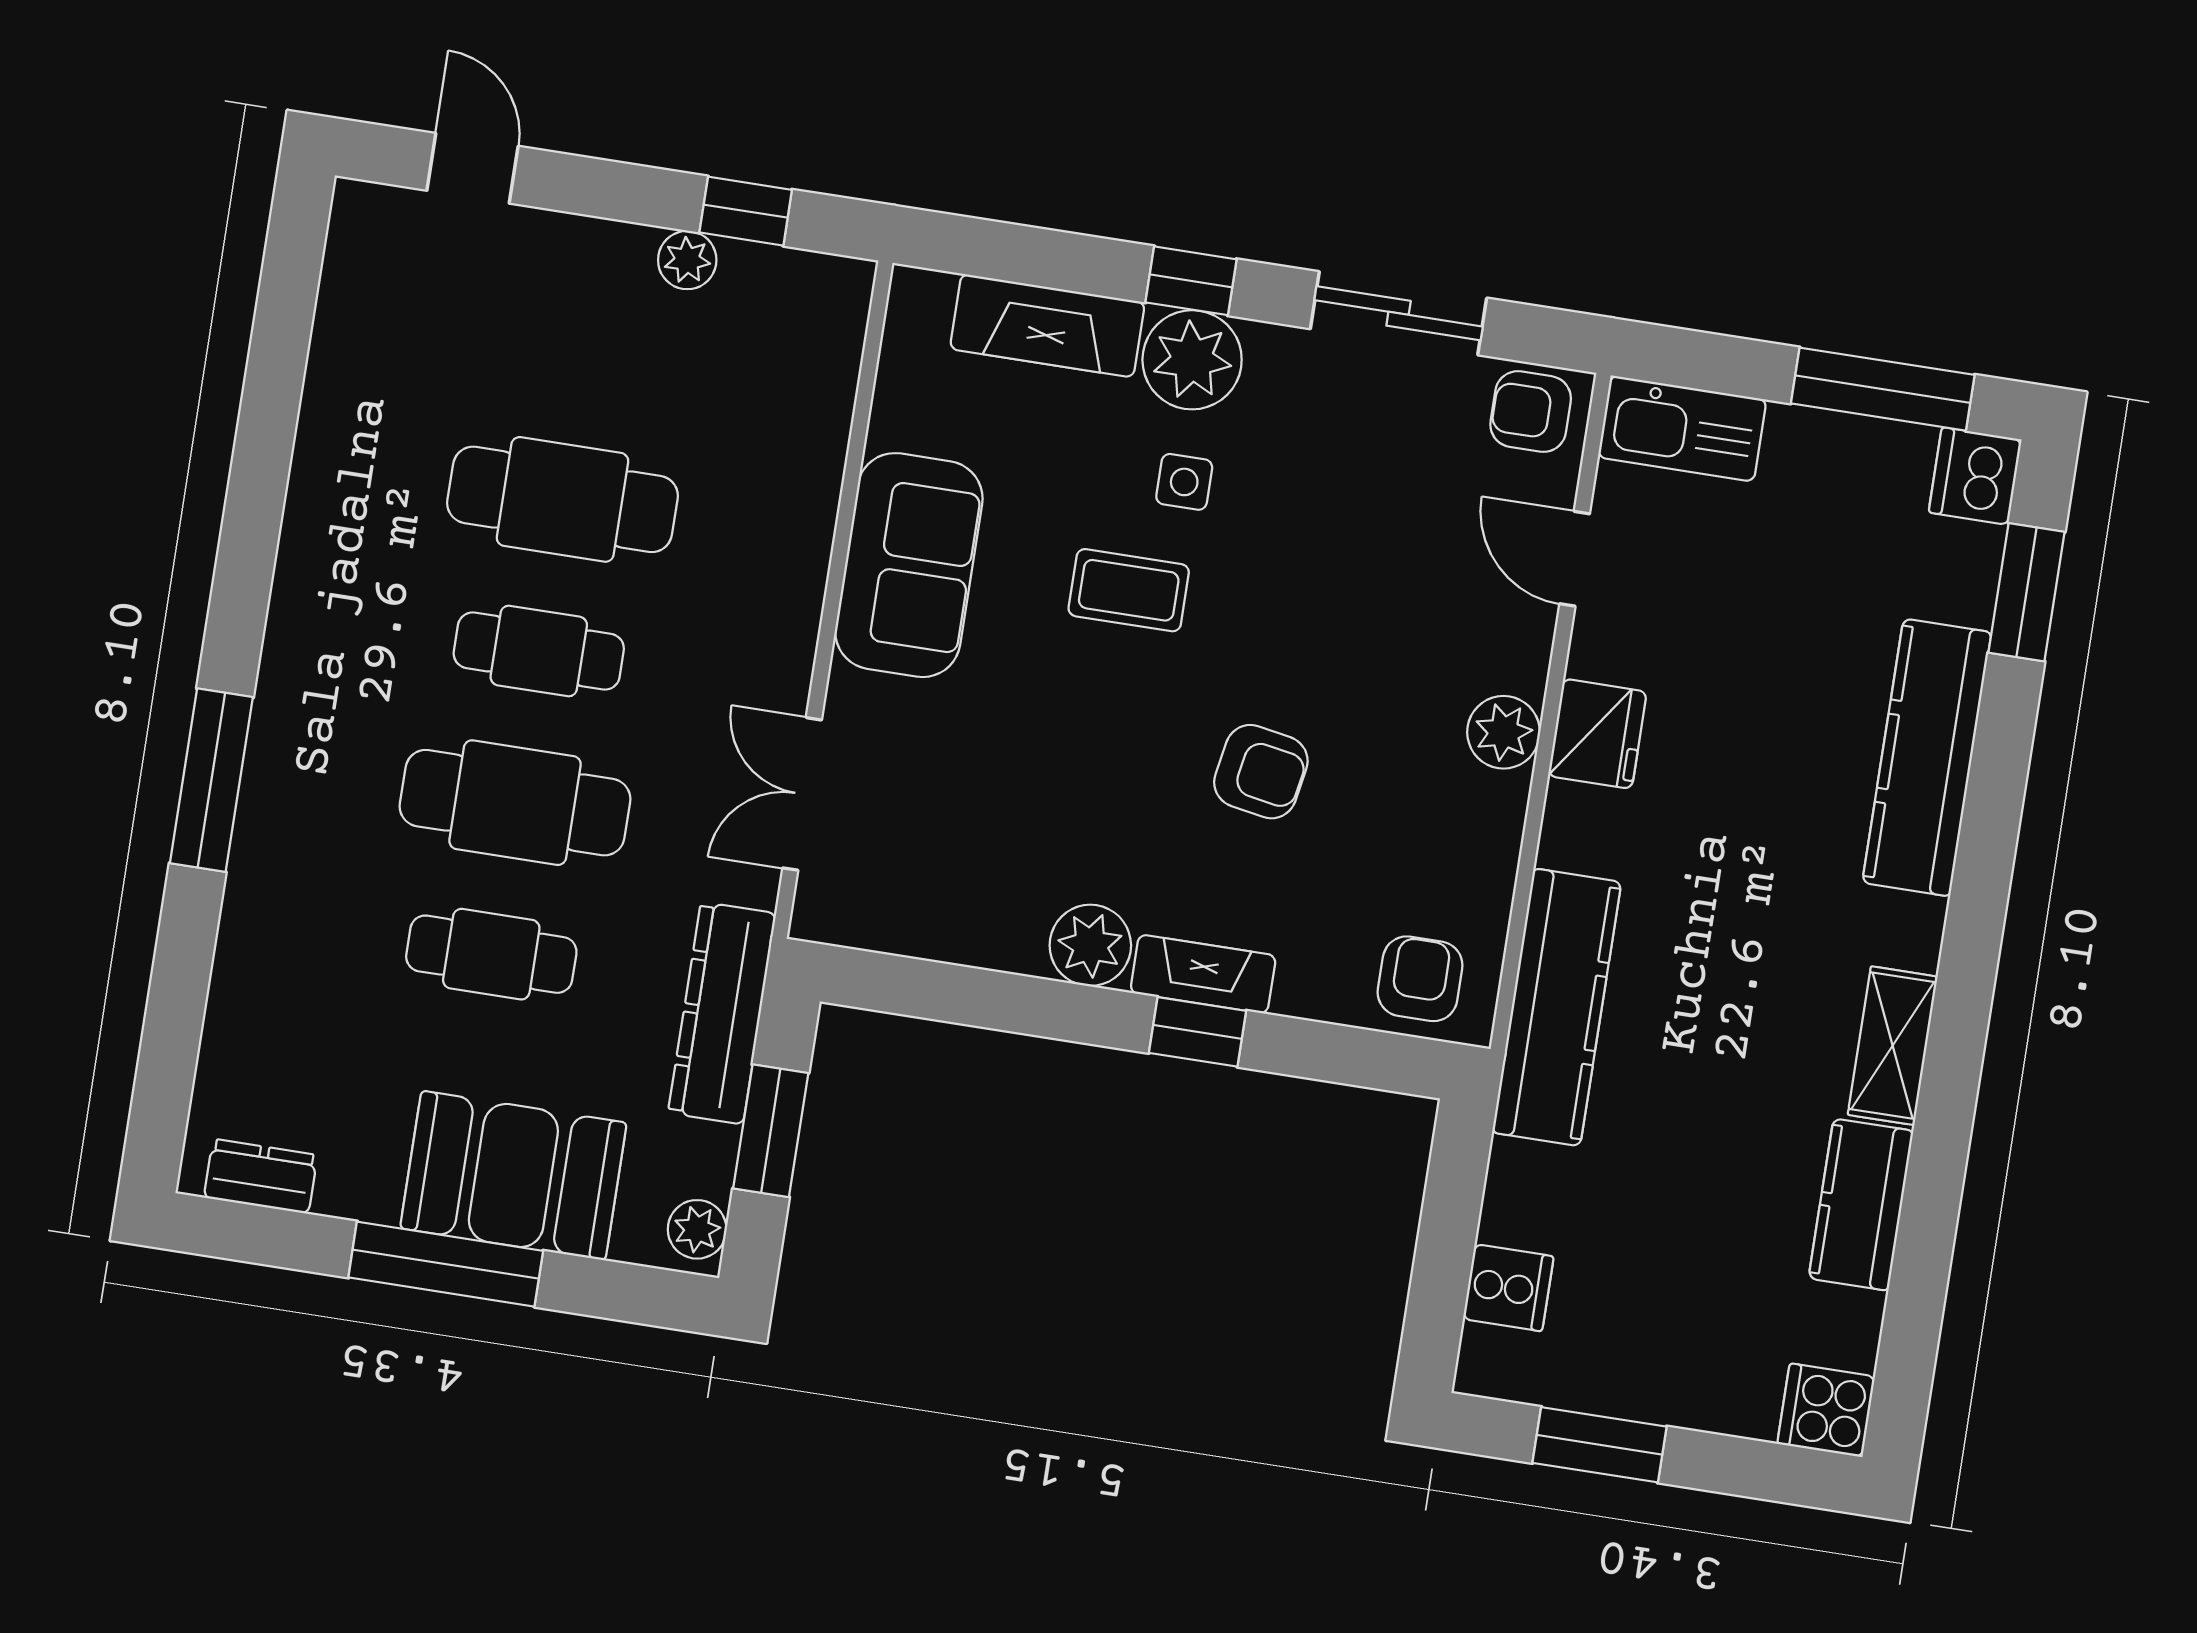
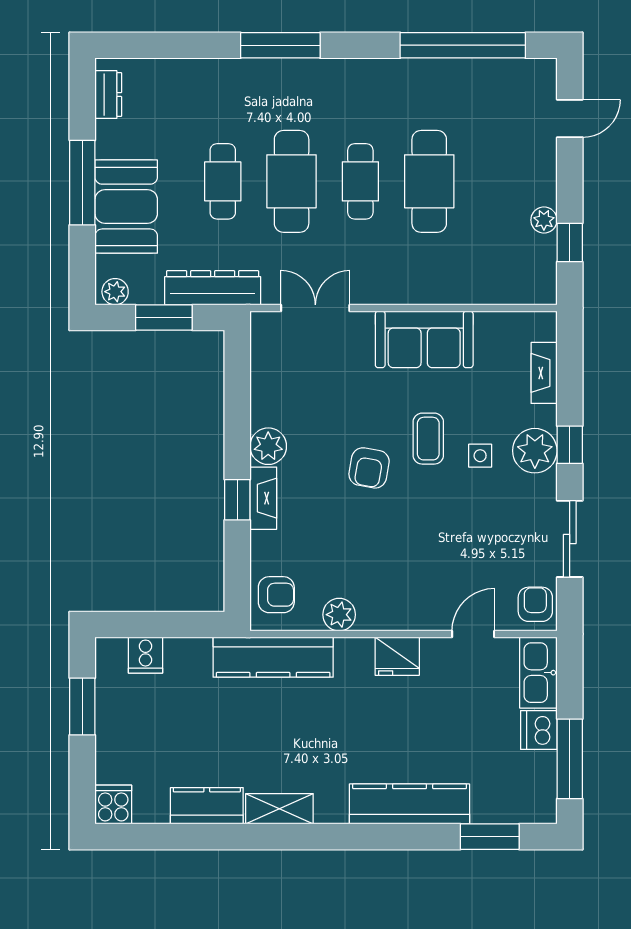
fireplace: (1047, 326) -> (544, 373), width x0.73, depth x0.76
window: (274, 379) -> (463, 45), added
dishwasher: (1975, 476) -> (539, 730), moved, turned -90
plant: (1504, 732) -> (339, 615), moved
armchair: (1261, 772) -> (369, 468), moved

